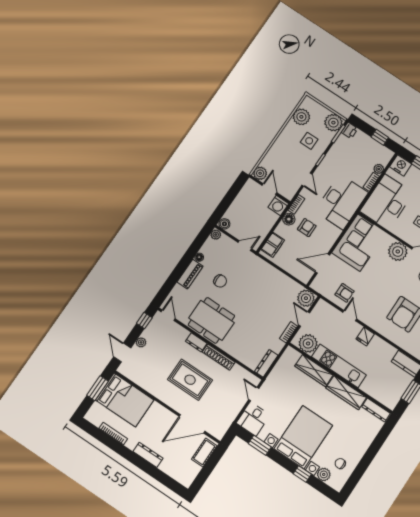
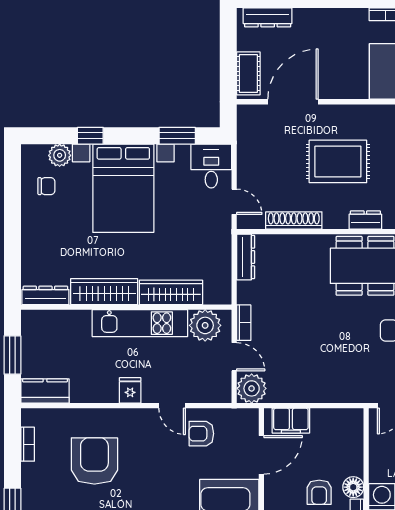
filing cabinet: (273, 245) -> (291, 421), moved, turned -90
shoe rack: (219, 357) -> (294, 220), moved
dresser: (148, 455) -> (268, 17), moved

